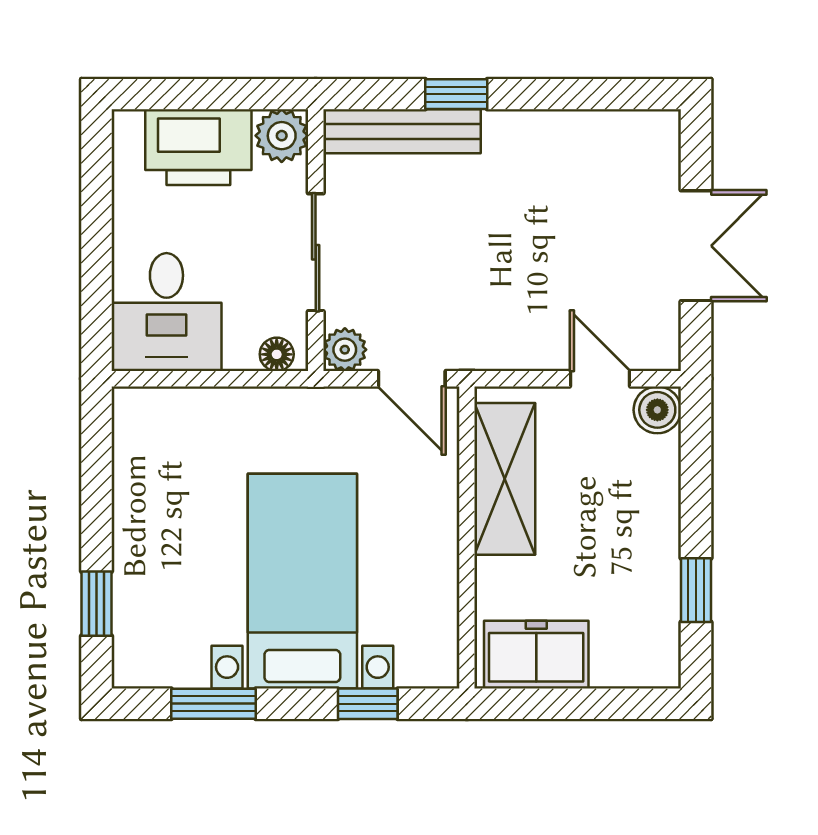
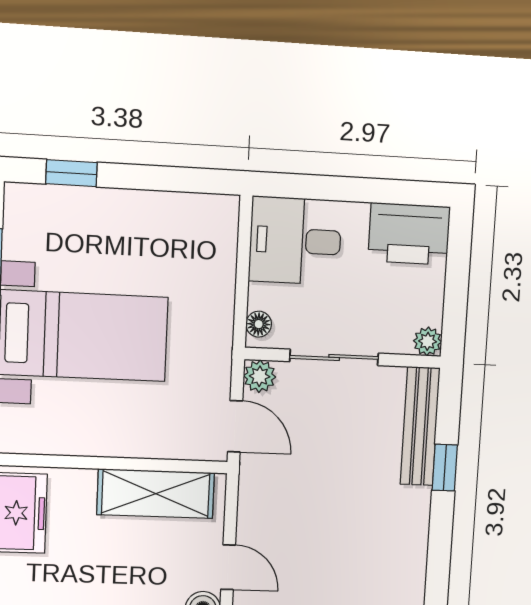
plant: (282, 136) -> (428, 341), width x0.73, depth x0.73
printer: (198, 147) -> (409, 234), moved, turned -90
door: (412, 379) -> (235, 426), swing flipped
door: (600, 379) -> (228, 567), hinge flipped

